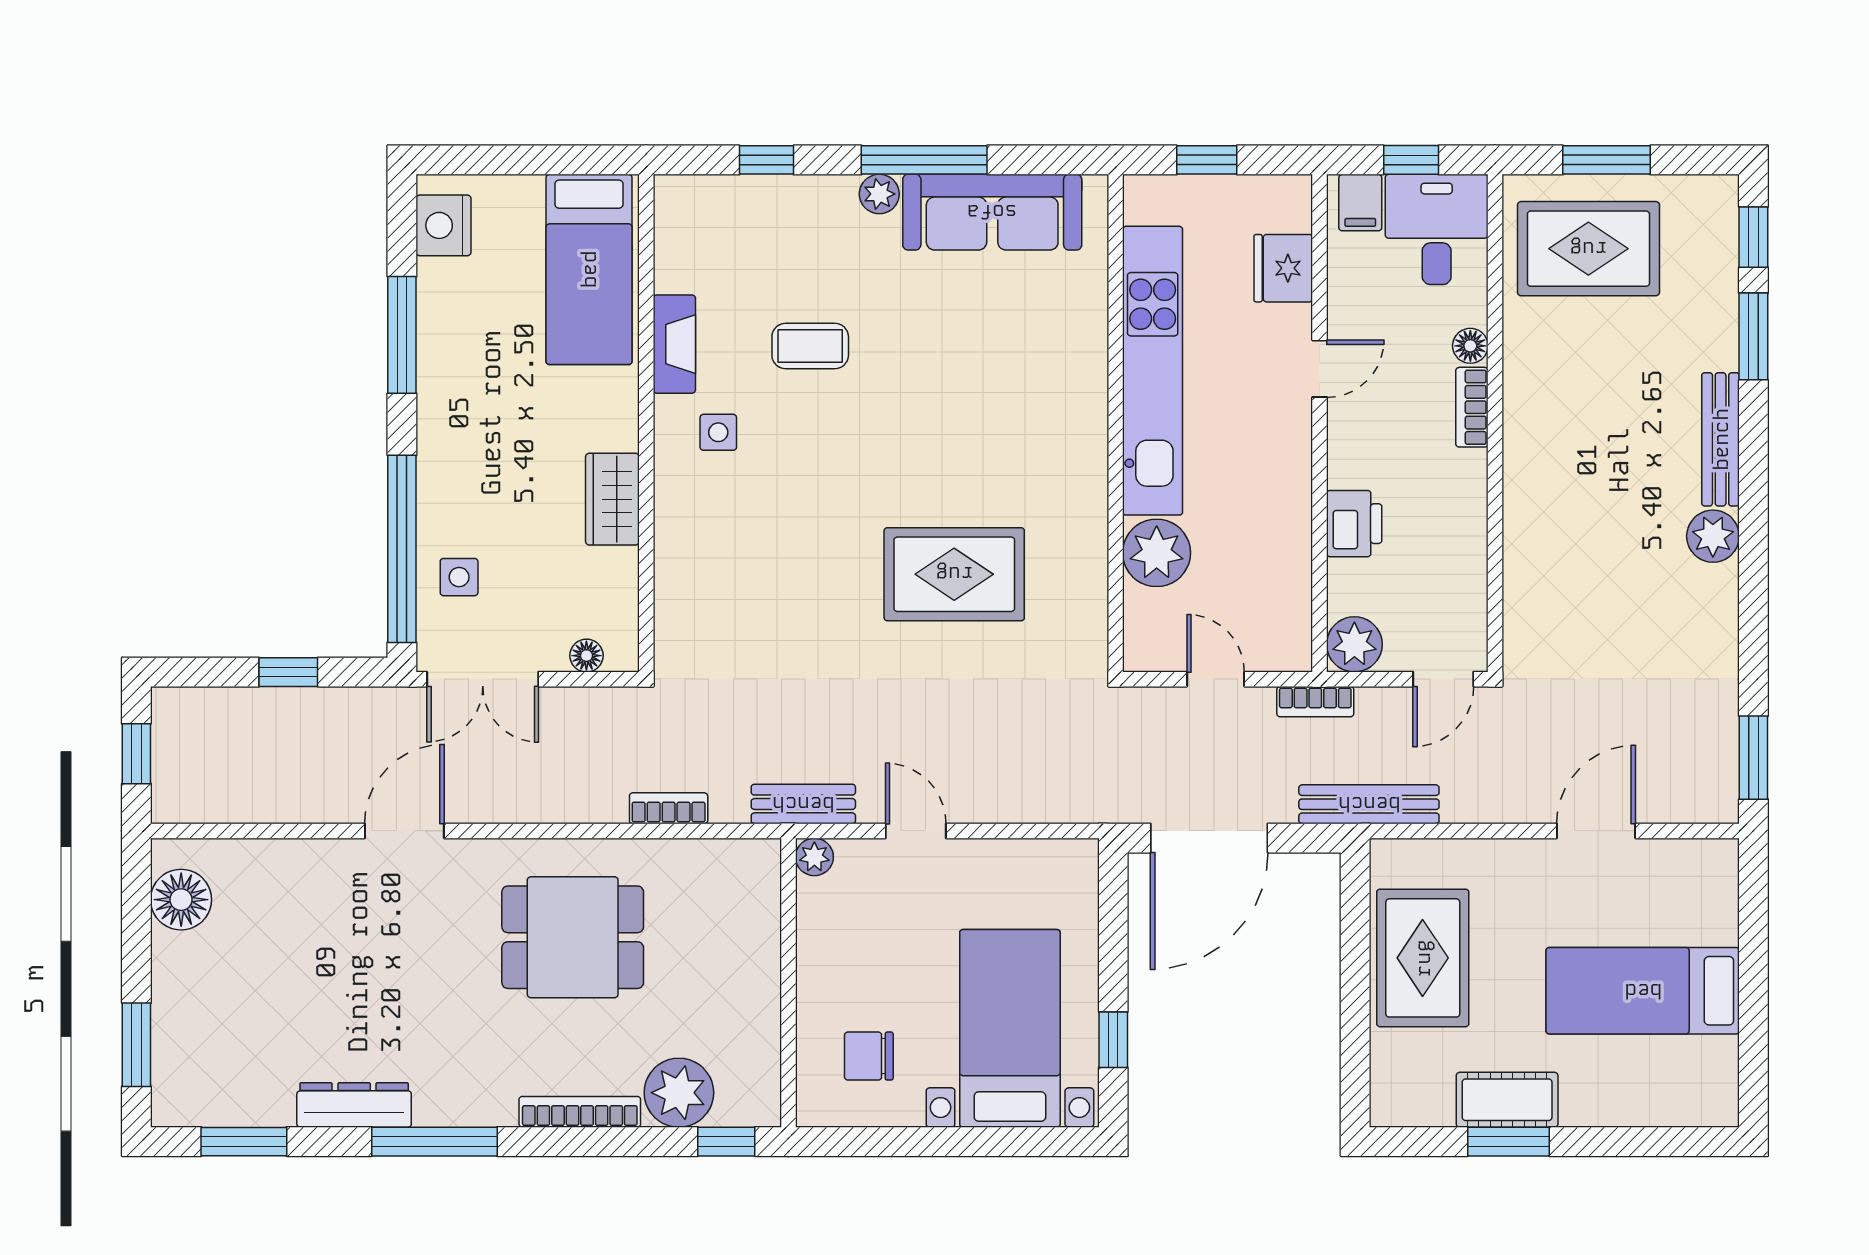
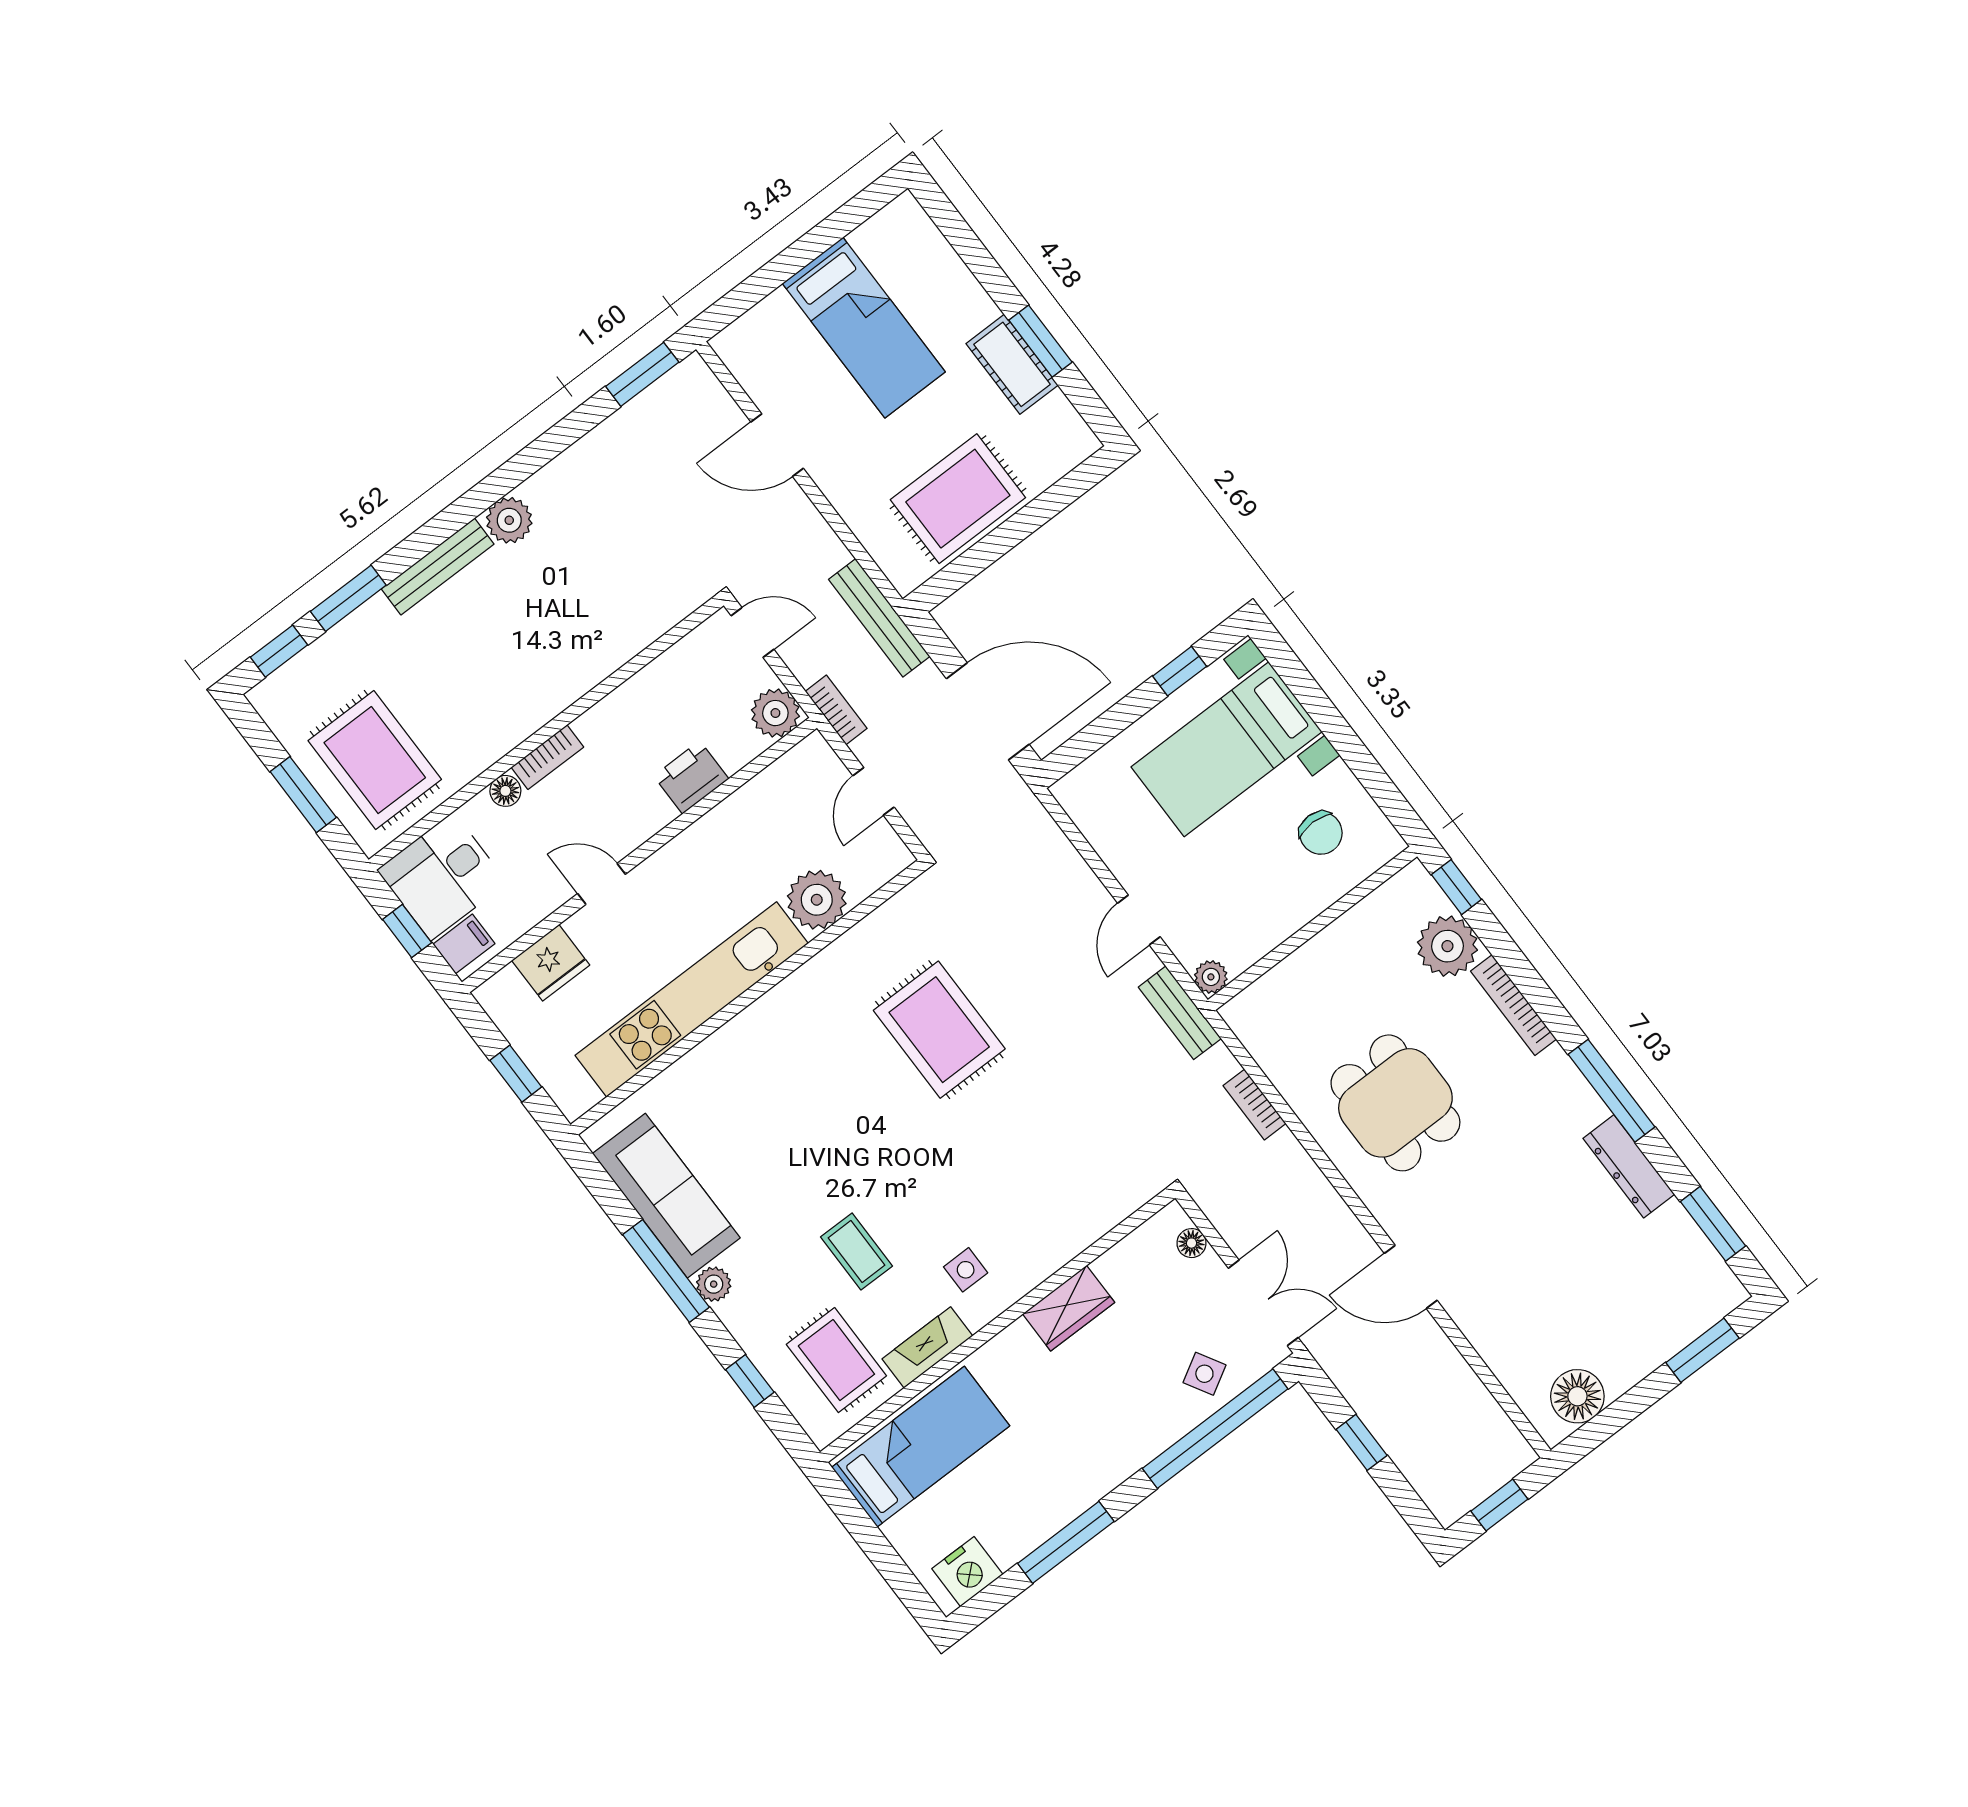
rug: (726, 253) -> (836, 1360), added
side table: (459, 577) -> (1204, 1374), turned -30

